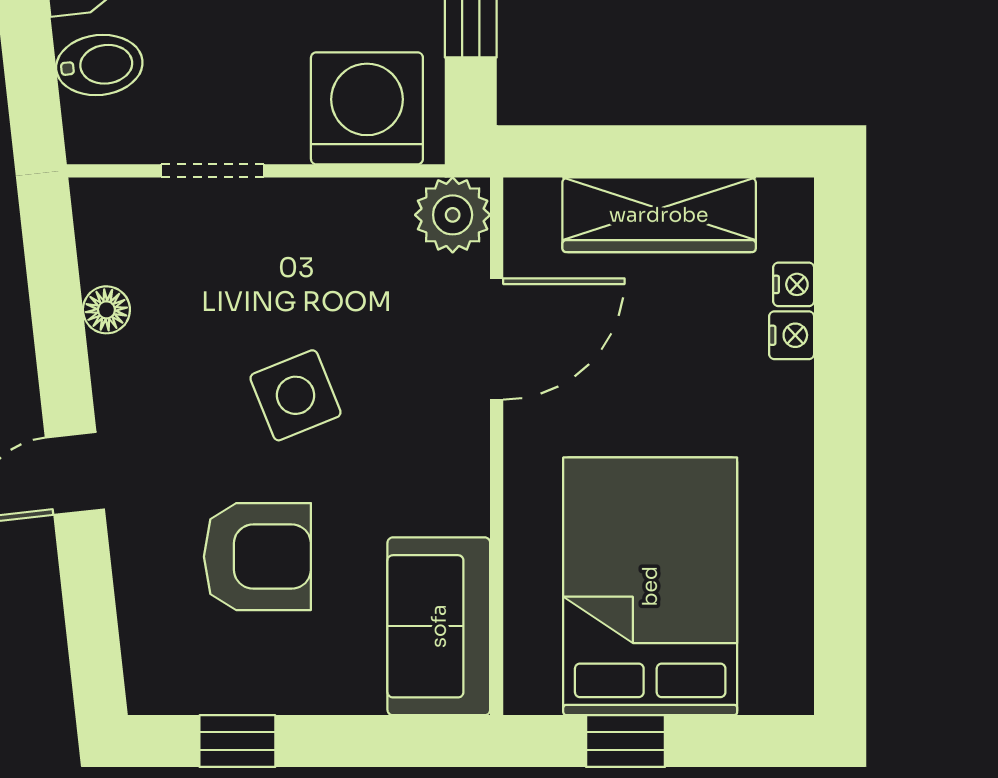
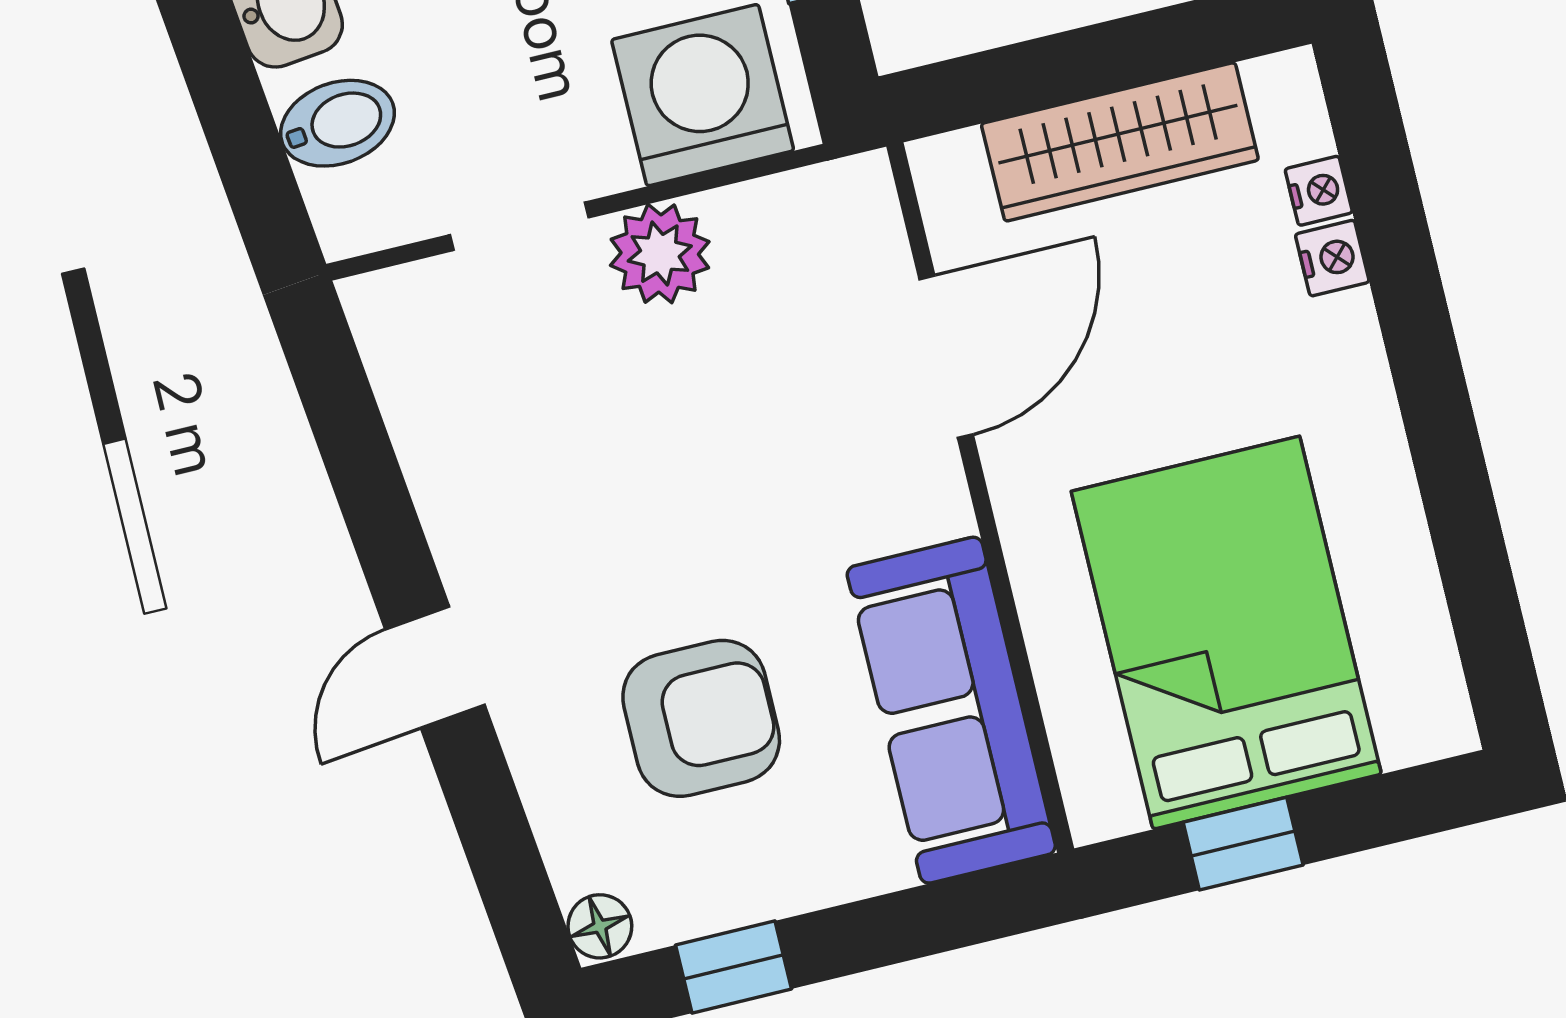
plant: (453, 215) -> (660, 254), moved
floor lamp: (106, 310) -> (600, 926), moved
side table: (296, 395) -> (700, 495), removed
sofa: (439, 626) -> (951, 710), width x1.36

